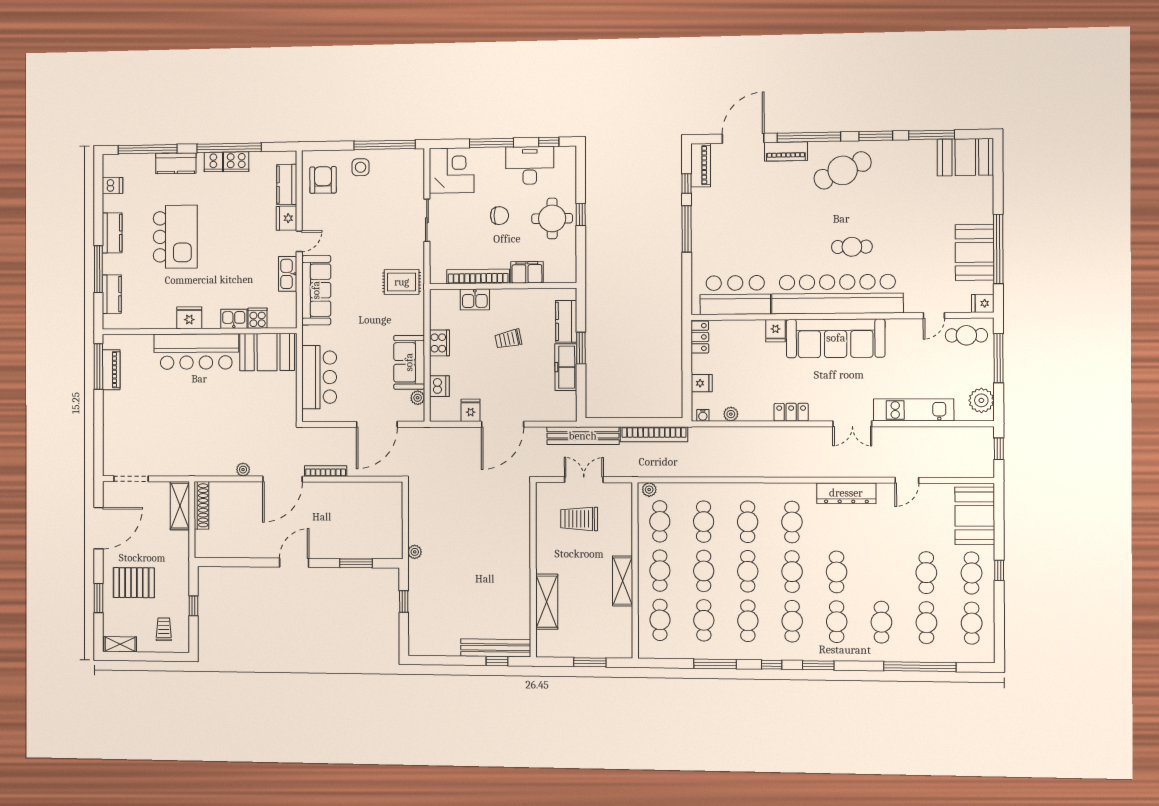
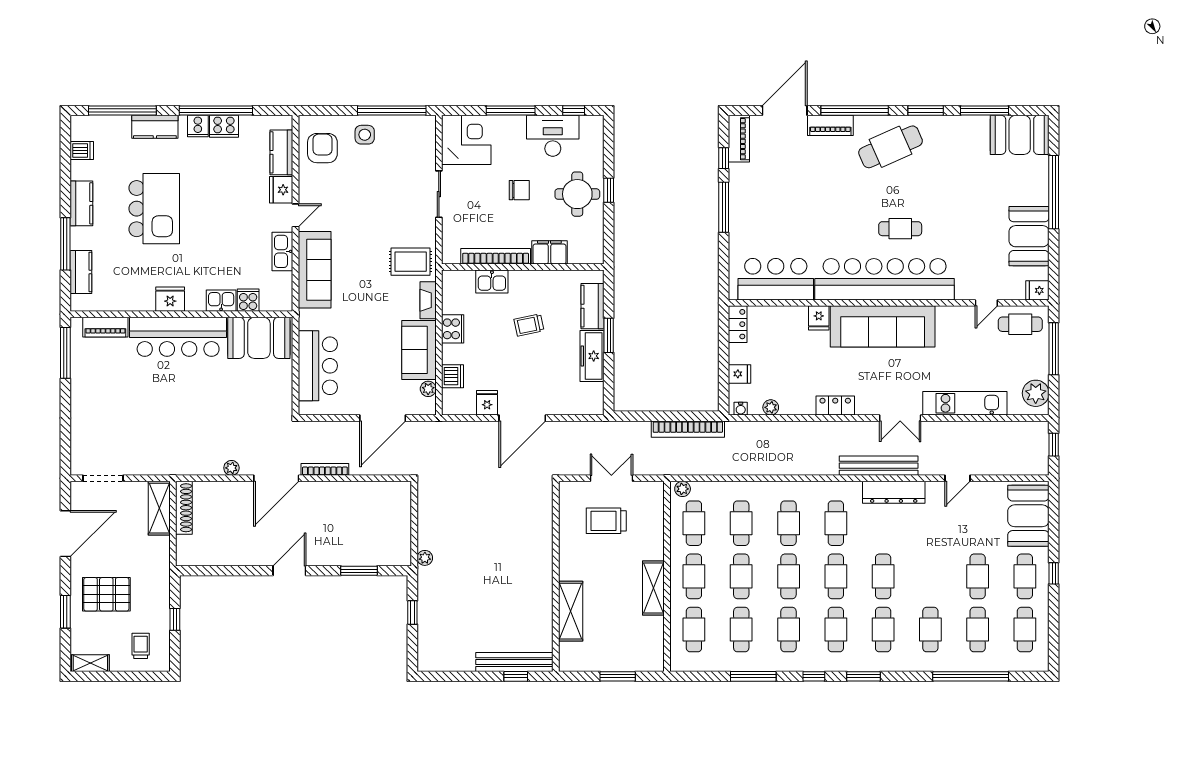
window: (998, 249) -> (1054, 192), moved
fireplace: (417, 317) -> (428, 300), added
piano: (111, 370) -> (105, 327), moved, turned 90
bench: (583, 436) -> (879, 466), moved

